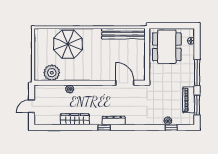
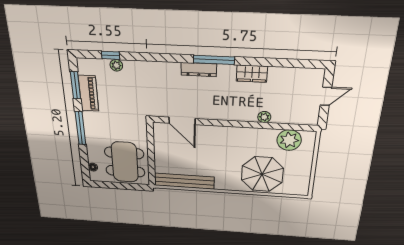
wardrobe: (75, 119) -> (252, 74), width x0.67
window: (104, 127) -> (214, 60), width x2.17

